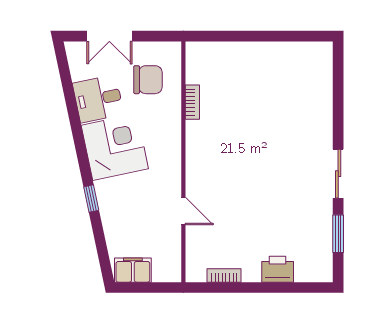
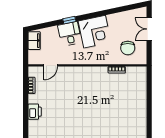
desk: (98, 99) -> (70, 34), moved
door: (183, 211) -> (51, 65), moved

